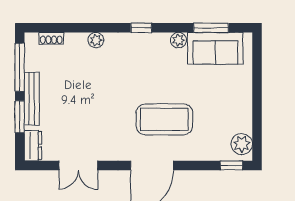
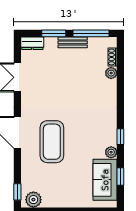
window: (141, 28) -> (120, 137), moved
window: (211, 28) -> (120, 177), width x0.67
plant: (96, 40) -> (111, 73), moved
bench: (32, 99) -> (73, 42), width x0.73

